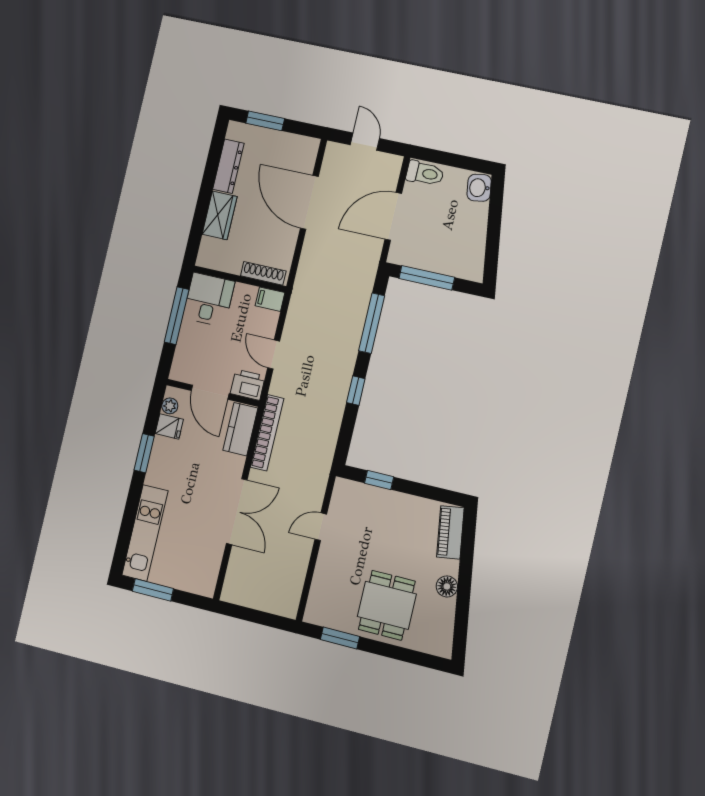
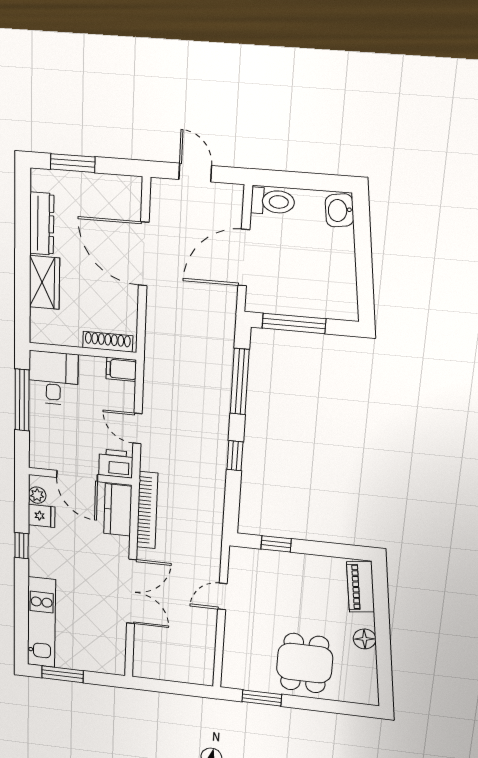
window: (144, 453) -> (22, 546), width x0.67

